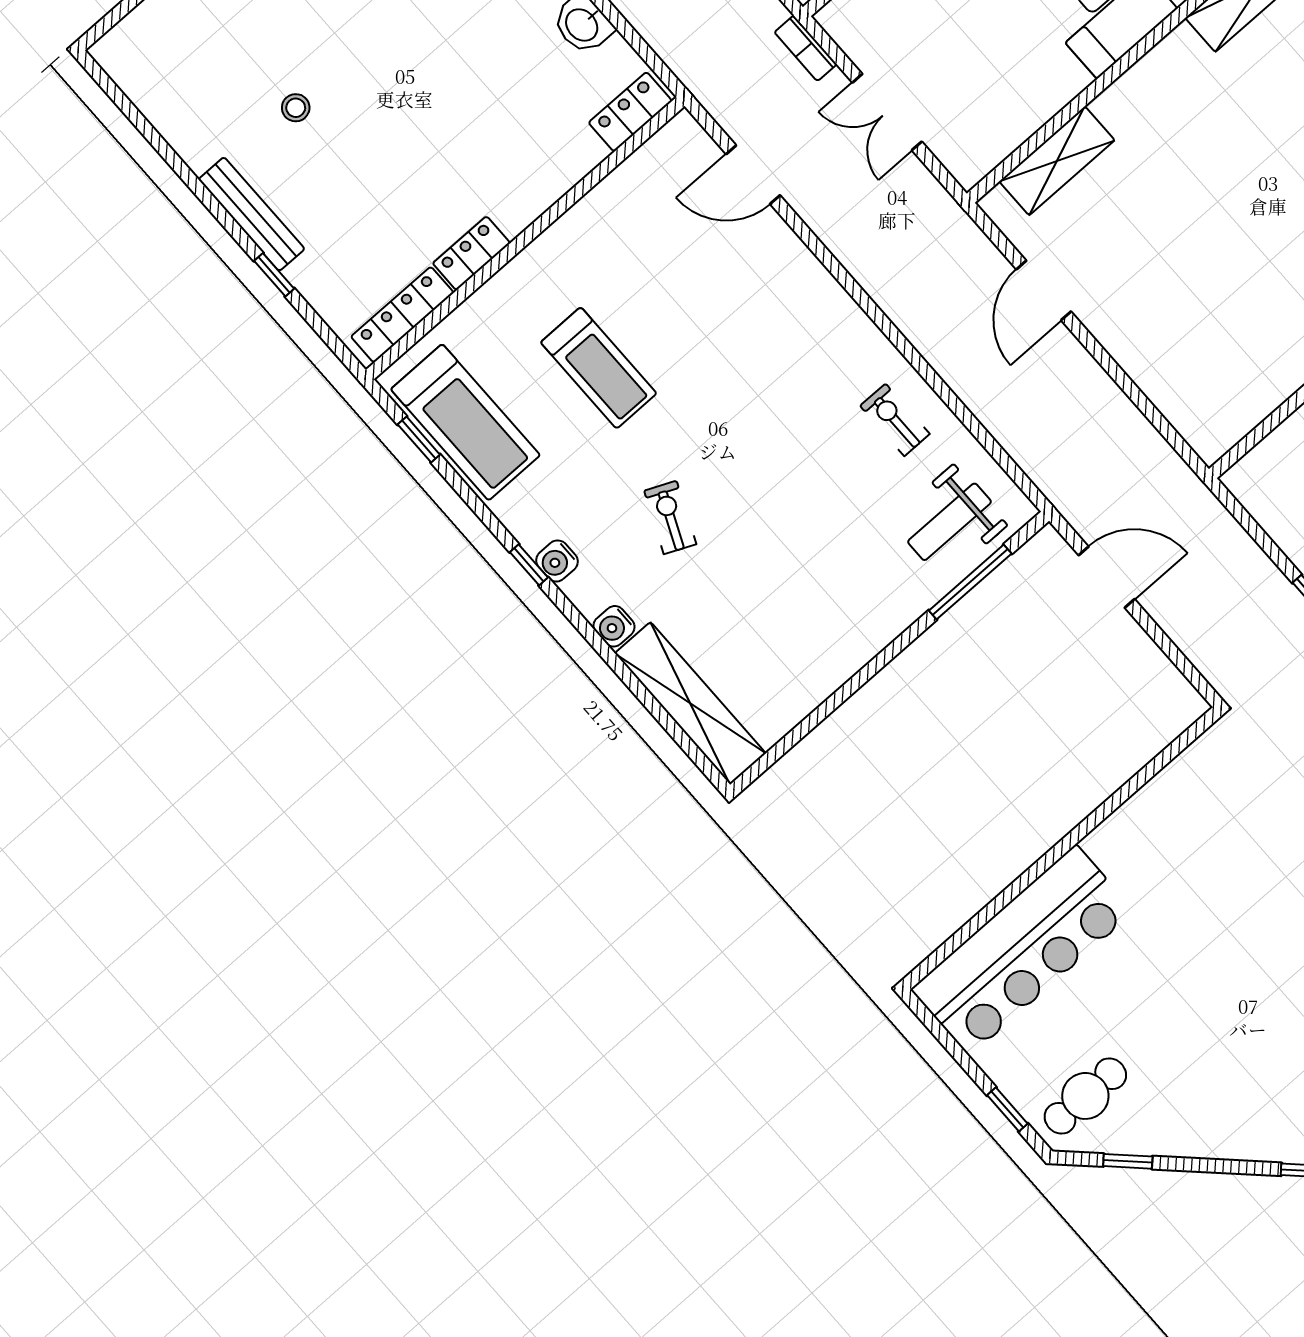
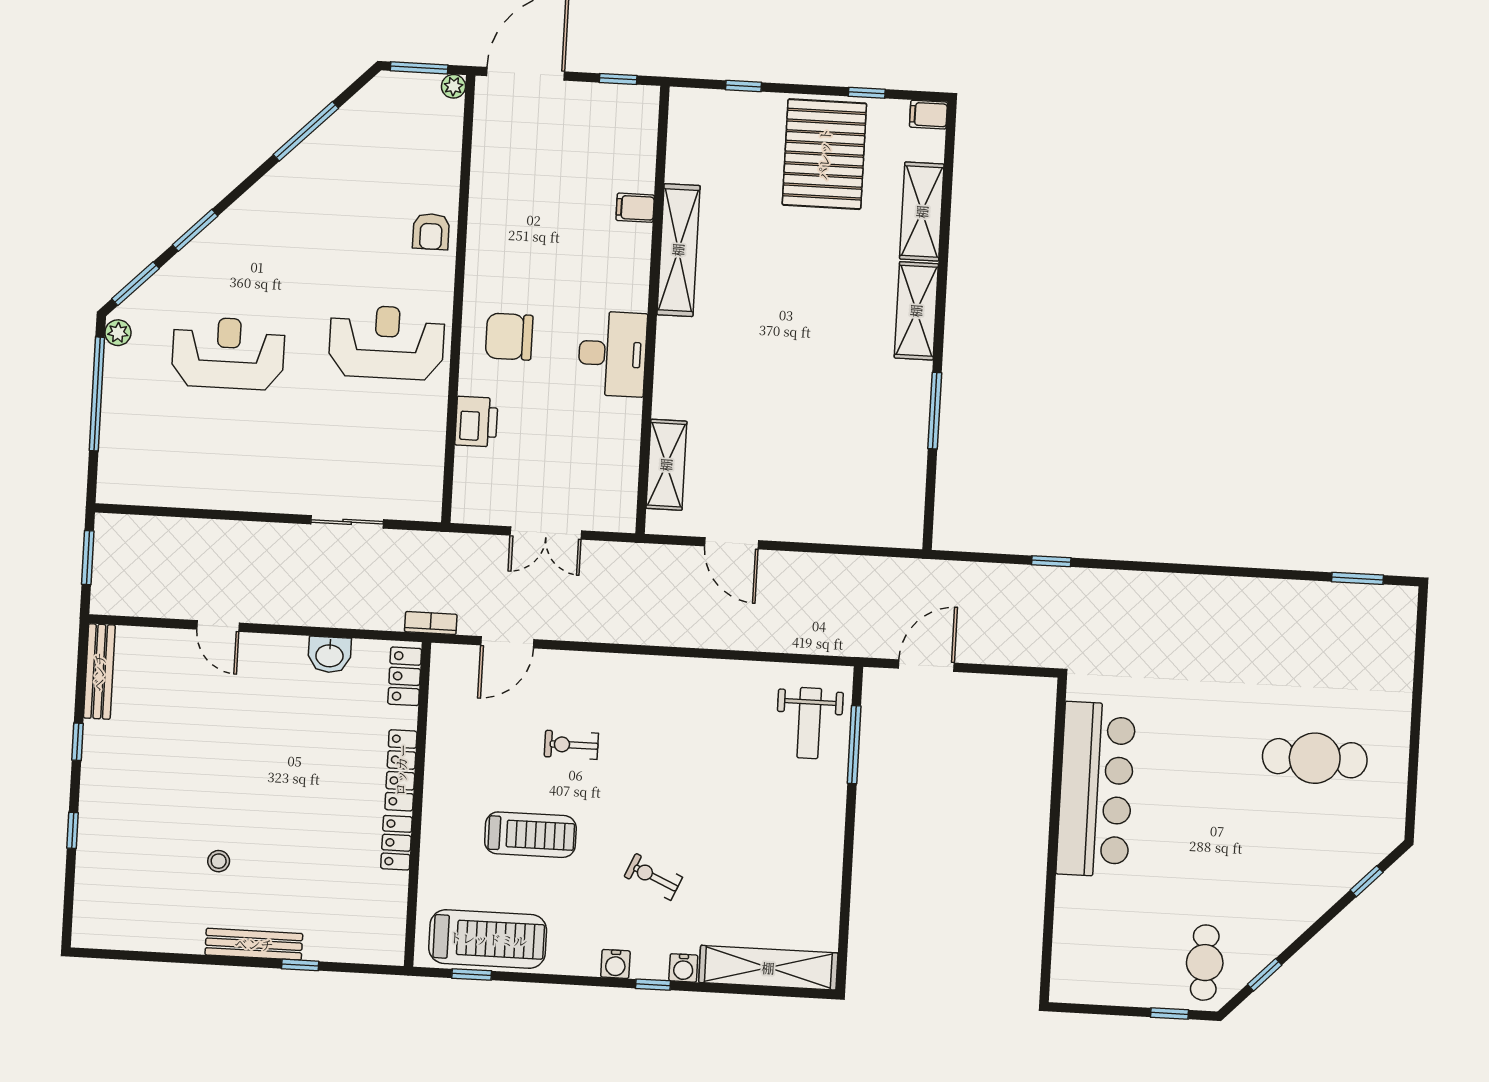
bookcase: (806, 48) -> (431, 623), moved, turned 180
locker: (402, 315) -> (401, 770), moved
exercise bike: (895, 420) -> (571, 745), moved
window: (529, 565) -> (653, 985), moved
bar counter: (1023, 950) -> (1096, 789), moved

